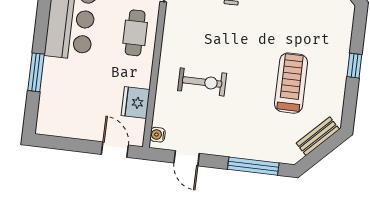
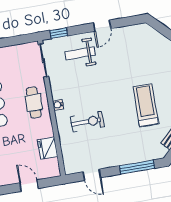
water cooler: (158, 135) -> (58, 105), moved
door: (115, 150) -> (29, 186), moved

